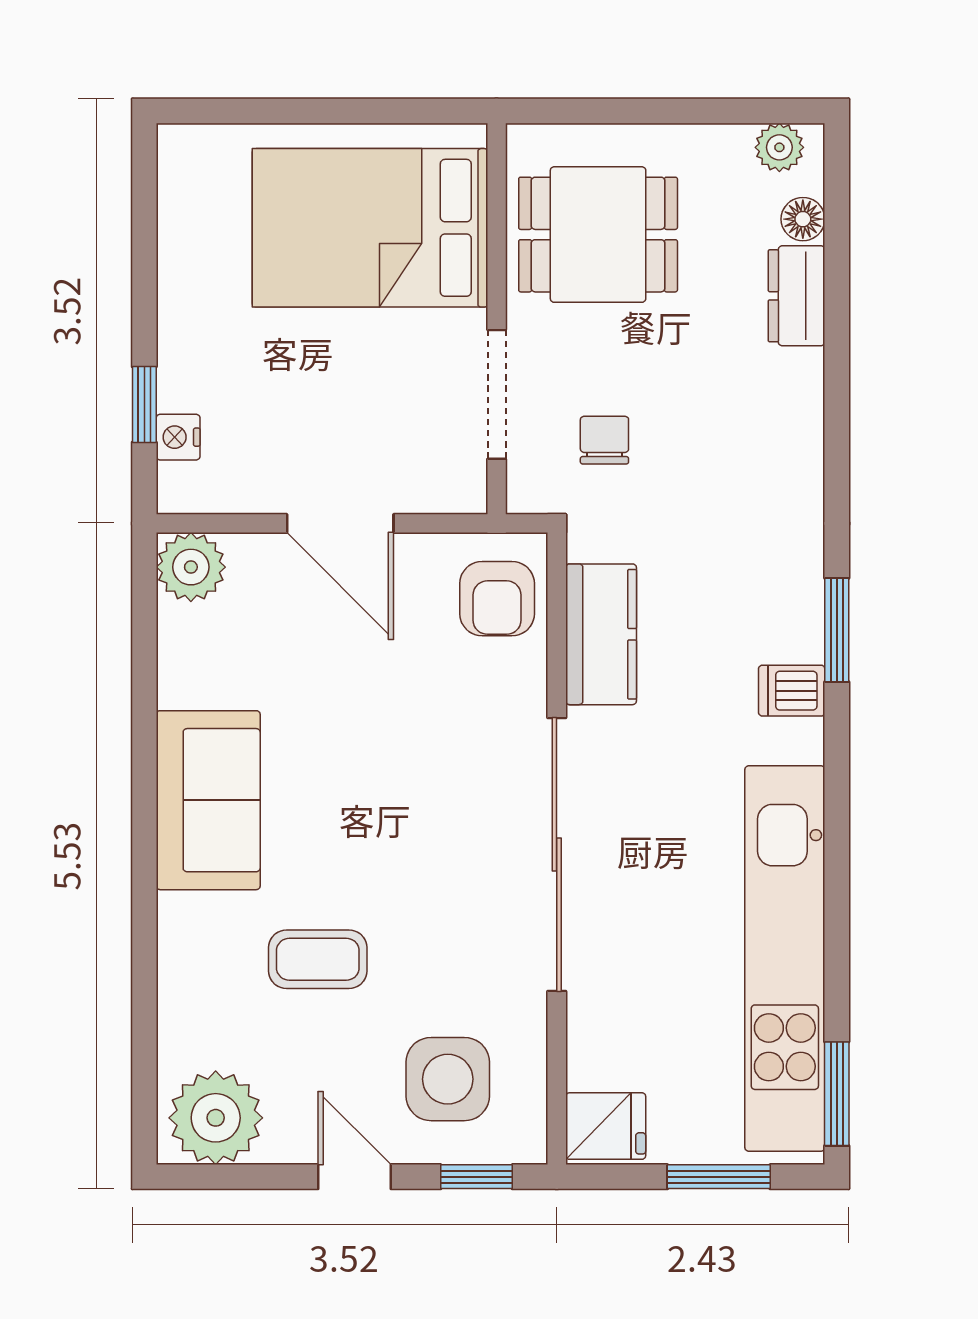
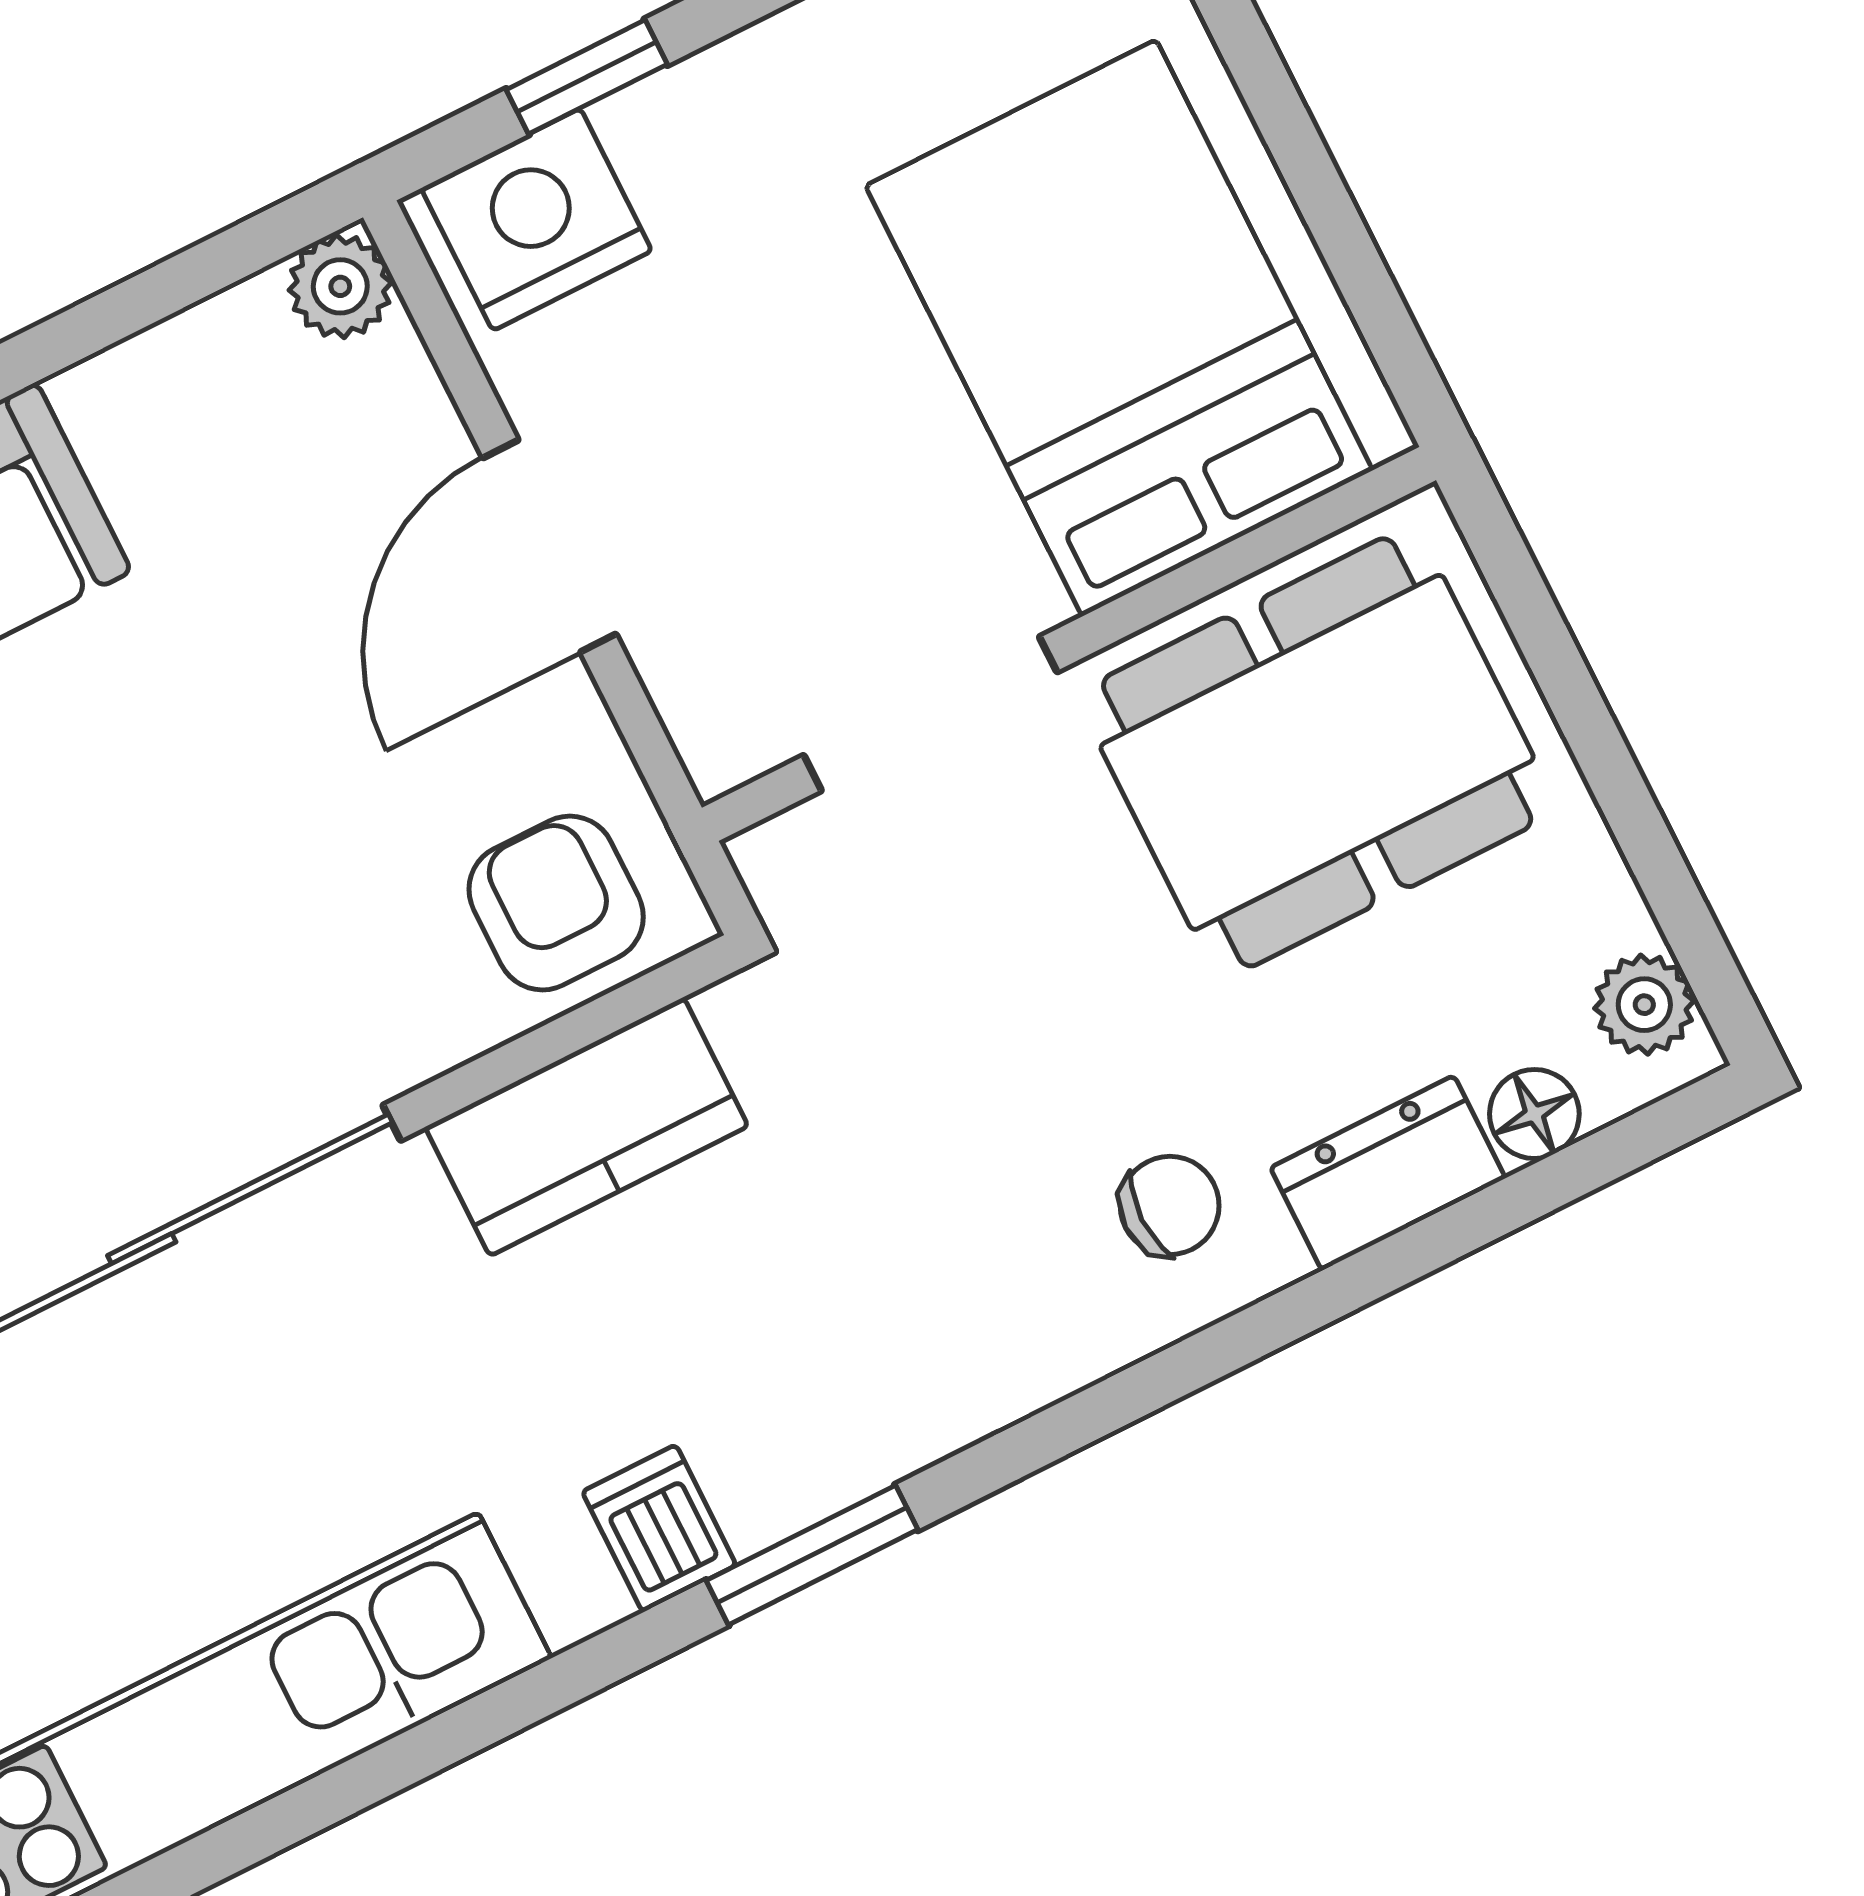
dining table: (598, 235) -> (1317, 752), width x1.38
nightstand: (178, 437) -> (536, 220), width x1.89, depth x1.79
chair: (604, 440) -> (1170, 1206), moved
plant: (191, 567) -> (340, 286), width x0.73, depth x0.73
armchair: (497, 599) -> (556, 903), turned 90

